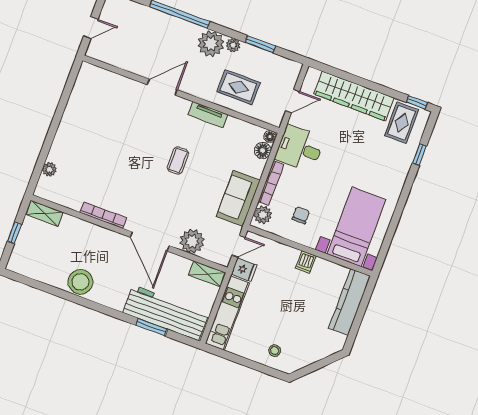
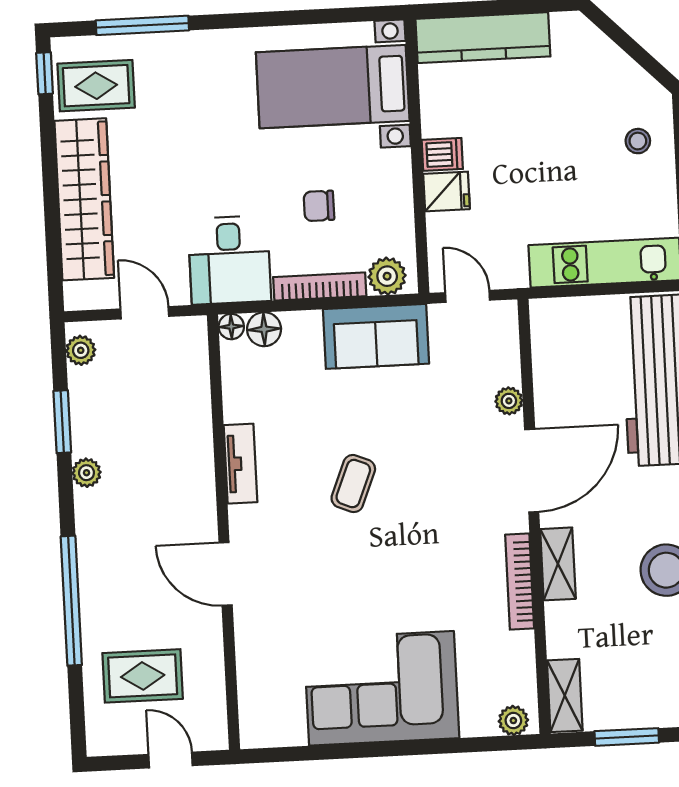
plant: (211, 44) -> (81, 350), moved, width x0.53, depth x0.53
rug: (238, 87) -> (143, 676), moved, turned 90
corner sofa: (82, 134) -> (381, 688), added
window: (419, 155) -> (142, 25), width x2.17
coffee table: (178, 161) -> (353, 484), turned -68
plant: (49, 169) -> (513, 721), moved
chair: (301, 215) -> (319, 206), moved
window: (15, 233) -> (627, 737), width x1.50
plant: (192, 241) -> (509, 401), width x0.53, depth x0.53
fridge: (244, 270) -> (447, 191), moved, turned 90
shelving: (207, 274) -> (558, 564), moved

